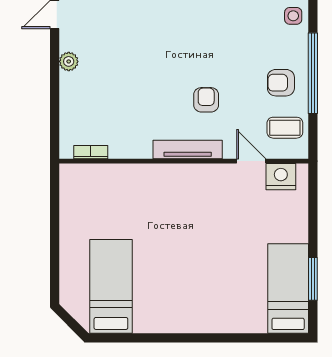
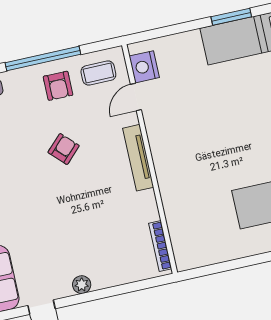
armchair: (206, 100) -> (64, 149), moved, turned 135
coffee table: (285, 128) -> (98, 73), turned 90
bookcase: (91, 152) -> (160, 246), width x1.56

